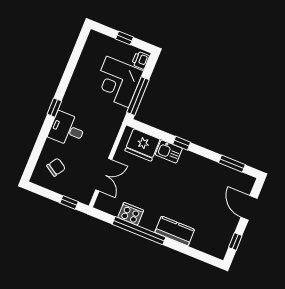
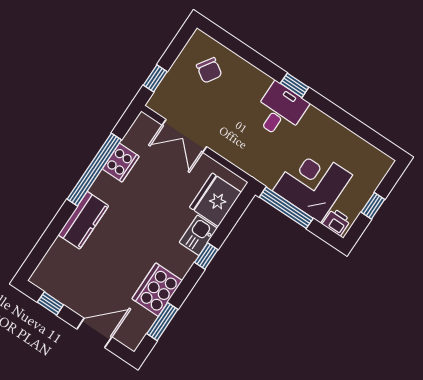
desk: (67, 129) -> (280, 111), moved
cooker: (211, 172) -> (157, 290), added

